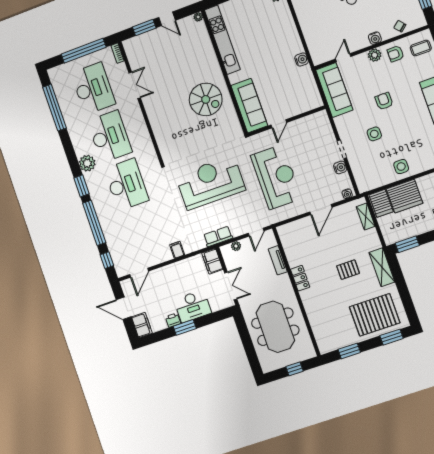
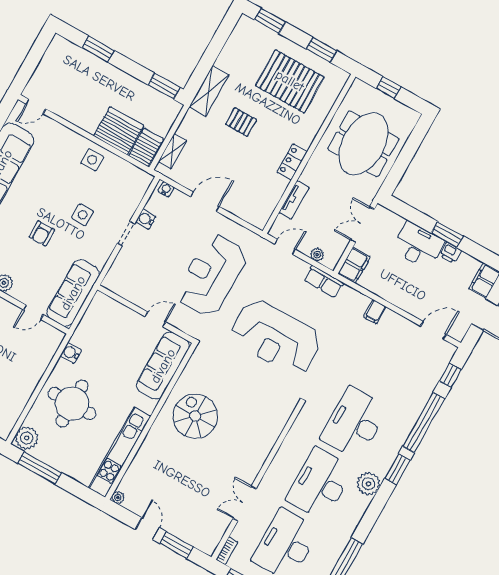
round table: (272, 36) -> (72, 404), added
pallet: (375, 315) -> (290, 81), moved

